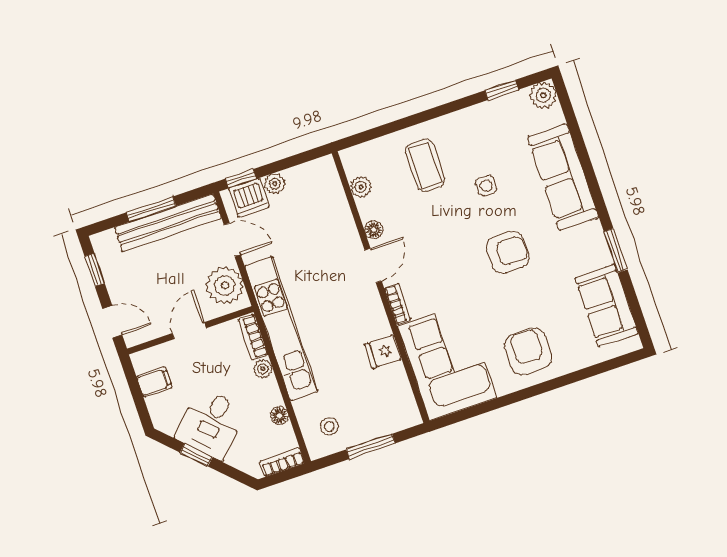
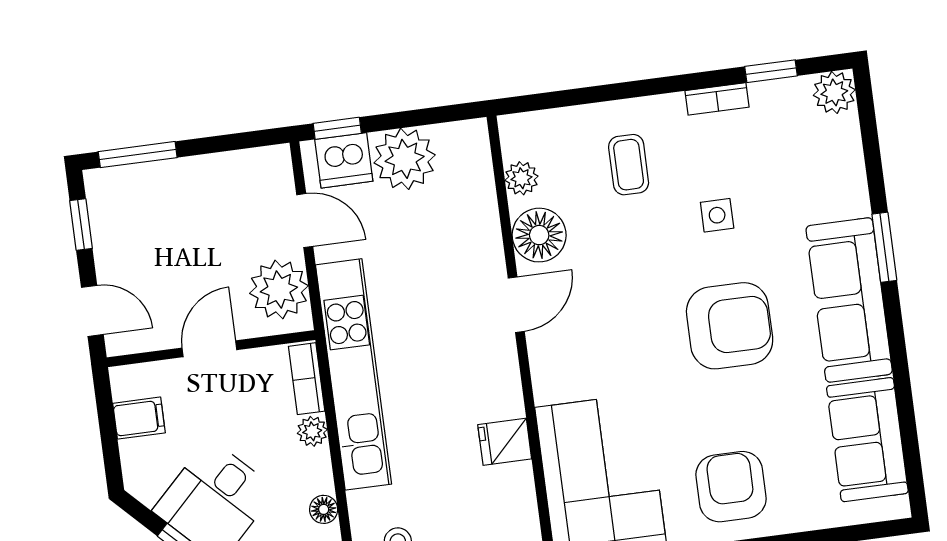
coffee table: (425, 165) -> (629, 165), width x0.73, depth x0.77
sofa: (563, 177) -> (849, 300), moved
plant: (275, 184) -> (405, 159), width x1.88, depth x1.88
window: (151, 209) -> (138, 155), moved
bench: (168, 223) -> (210, 174), removed
floor lamp: (374, 230) -> (539, 235), width x1.89, depth x1.89
window: (616, 250) -> (884, 247), moved
armchair: (507, 252) -> (730, 326), width x1.36, depth x1.36
bookcase: (398, 304) -> (717, 99), moved, turned 90

